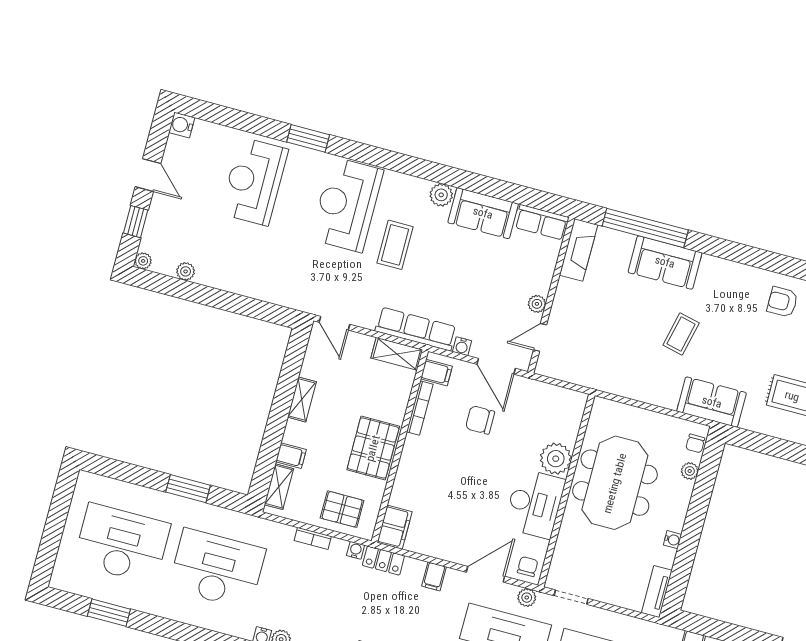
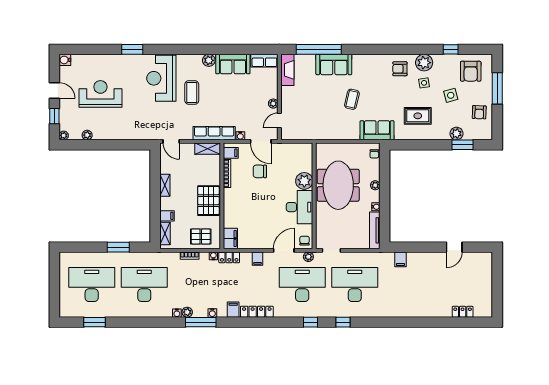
reception desk: (254, 181) -> (100, 94), moved, turned 90
plant: (690, 471) -> (375, 185), moved
tv unit: (657, 592) -> (375, 230), width x1.41

